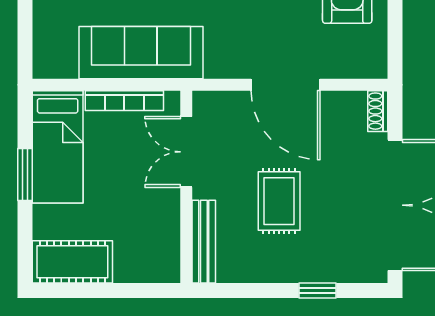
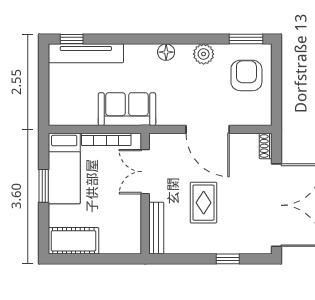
sofa: (141, 53) -> (127, 109), width x0.73

